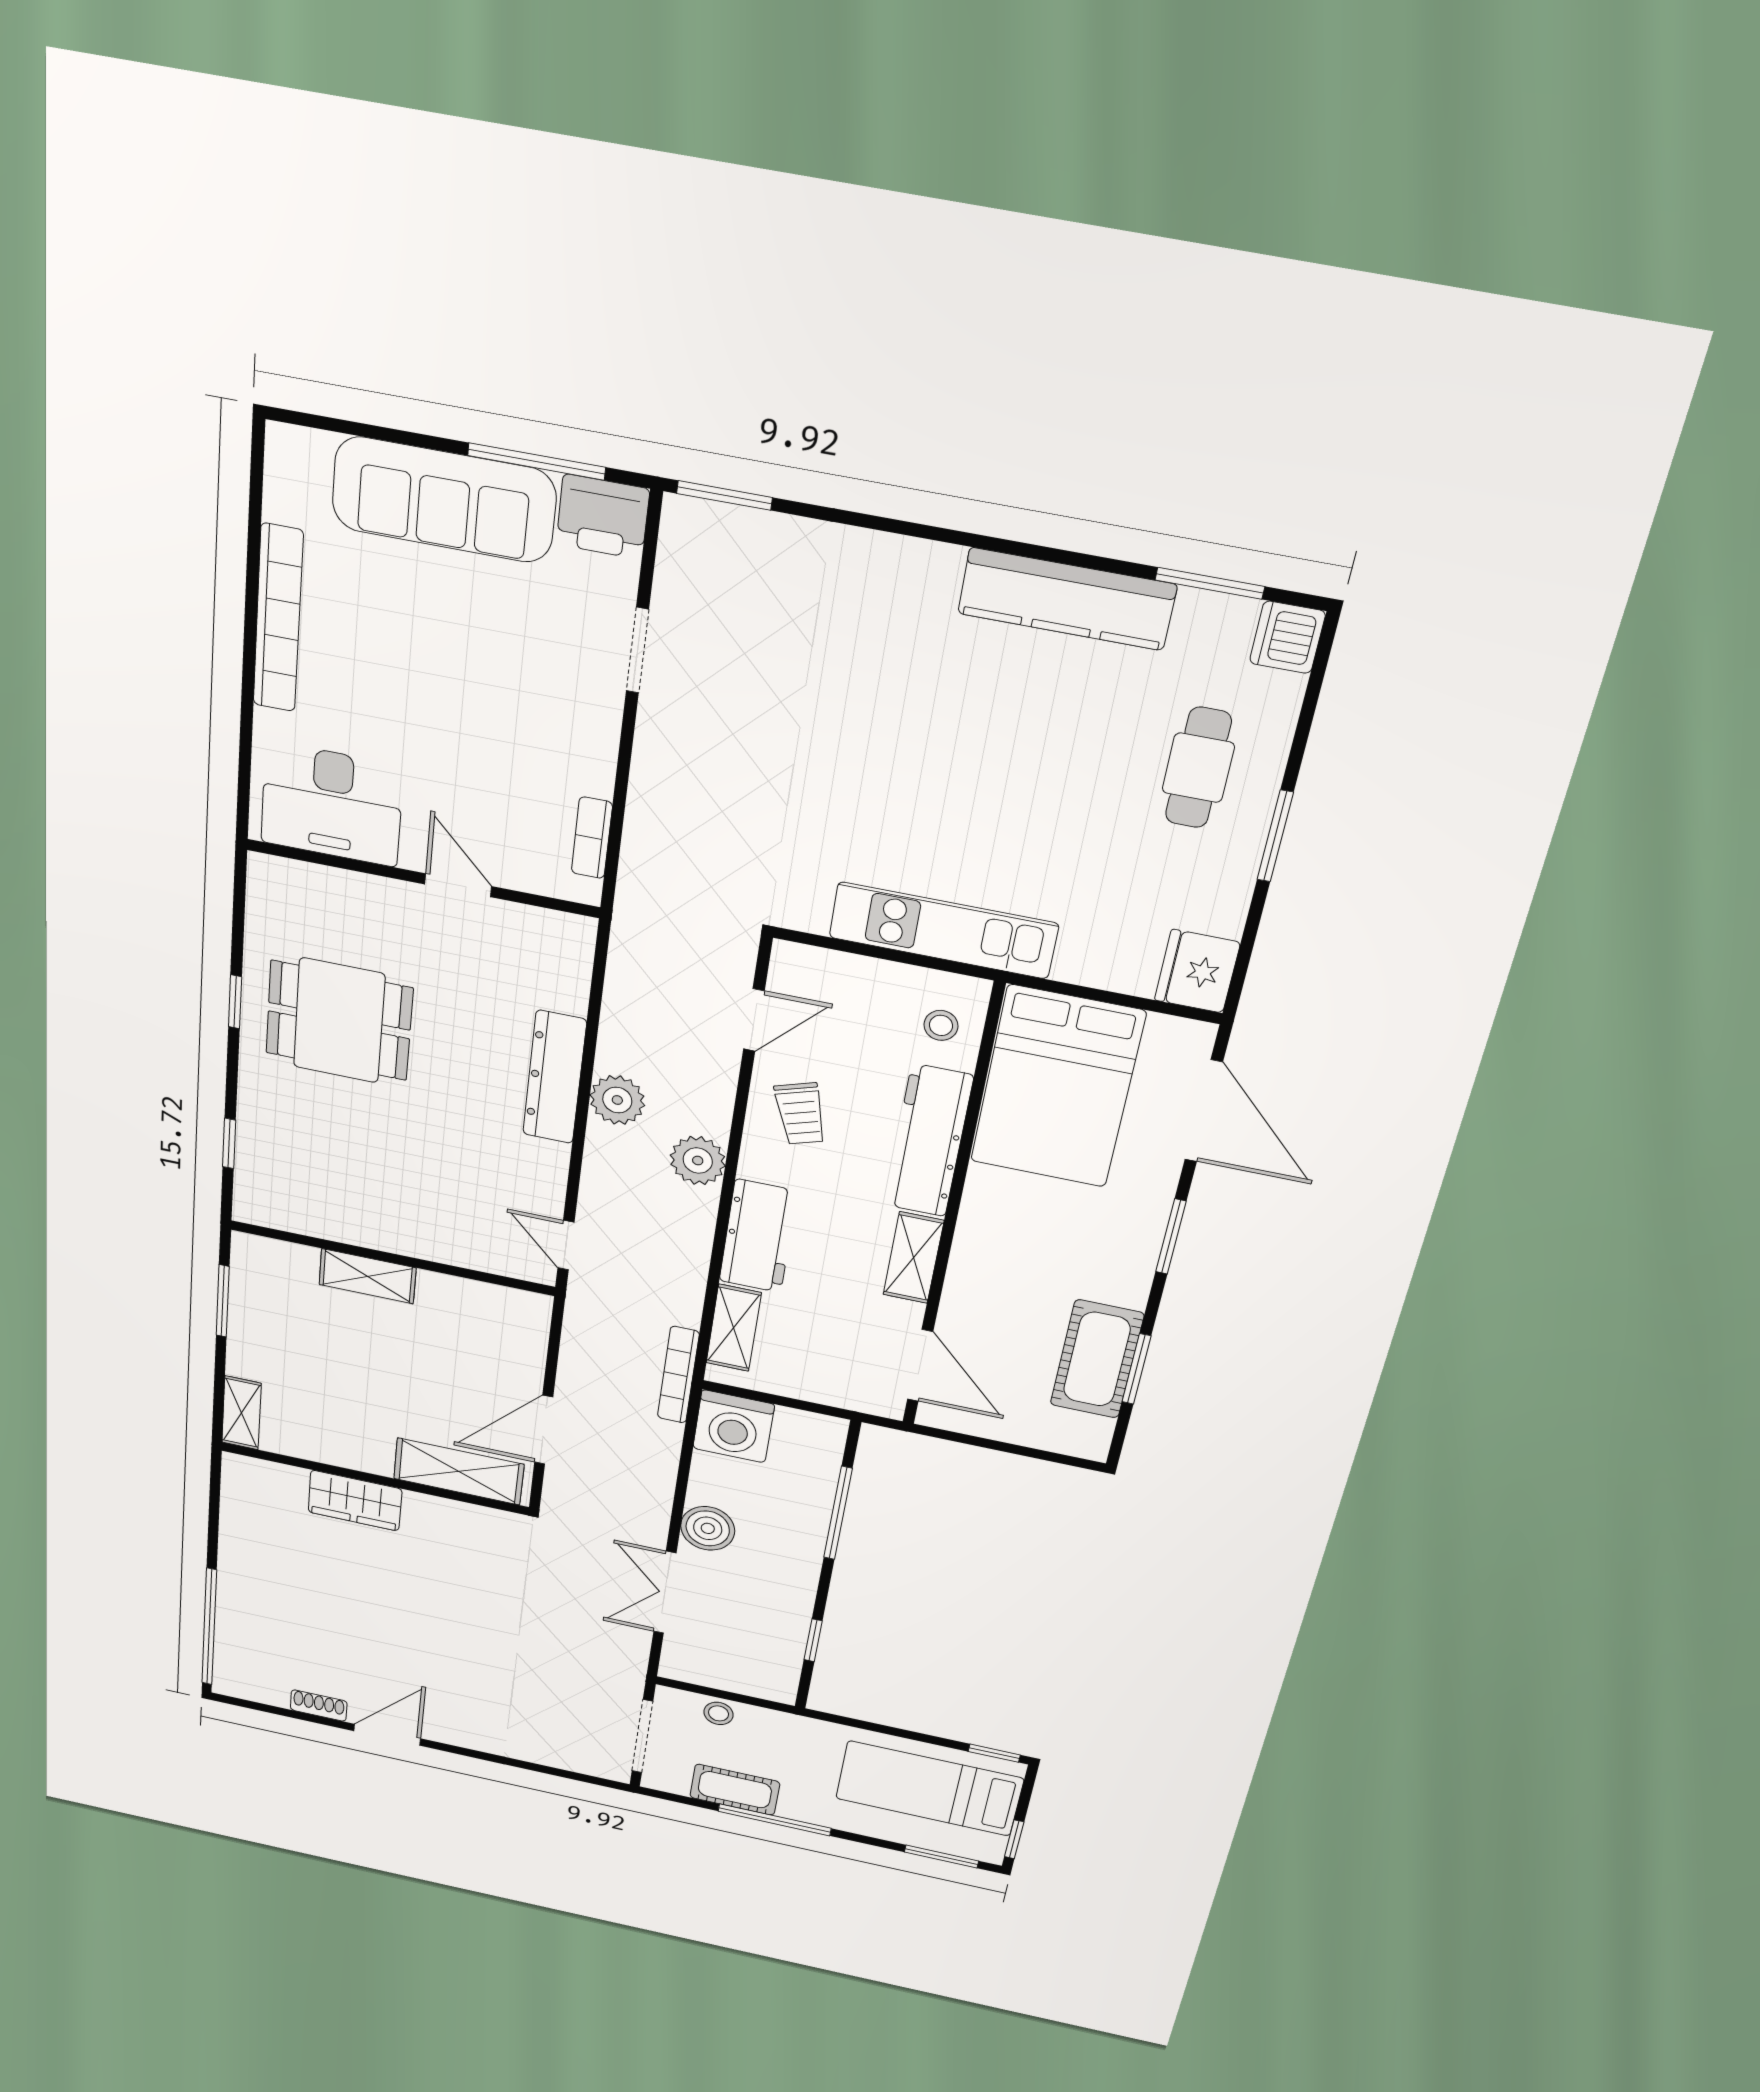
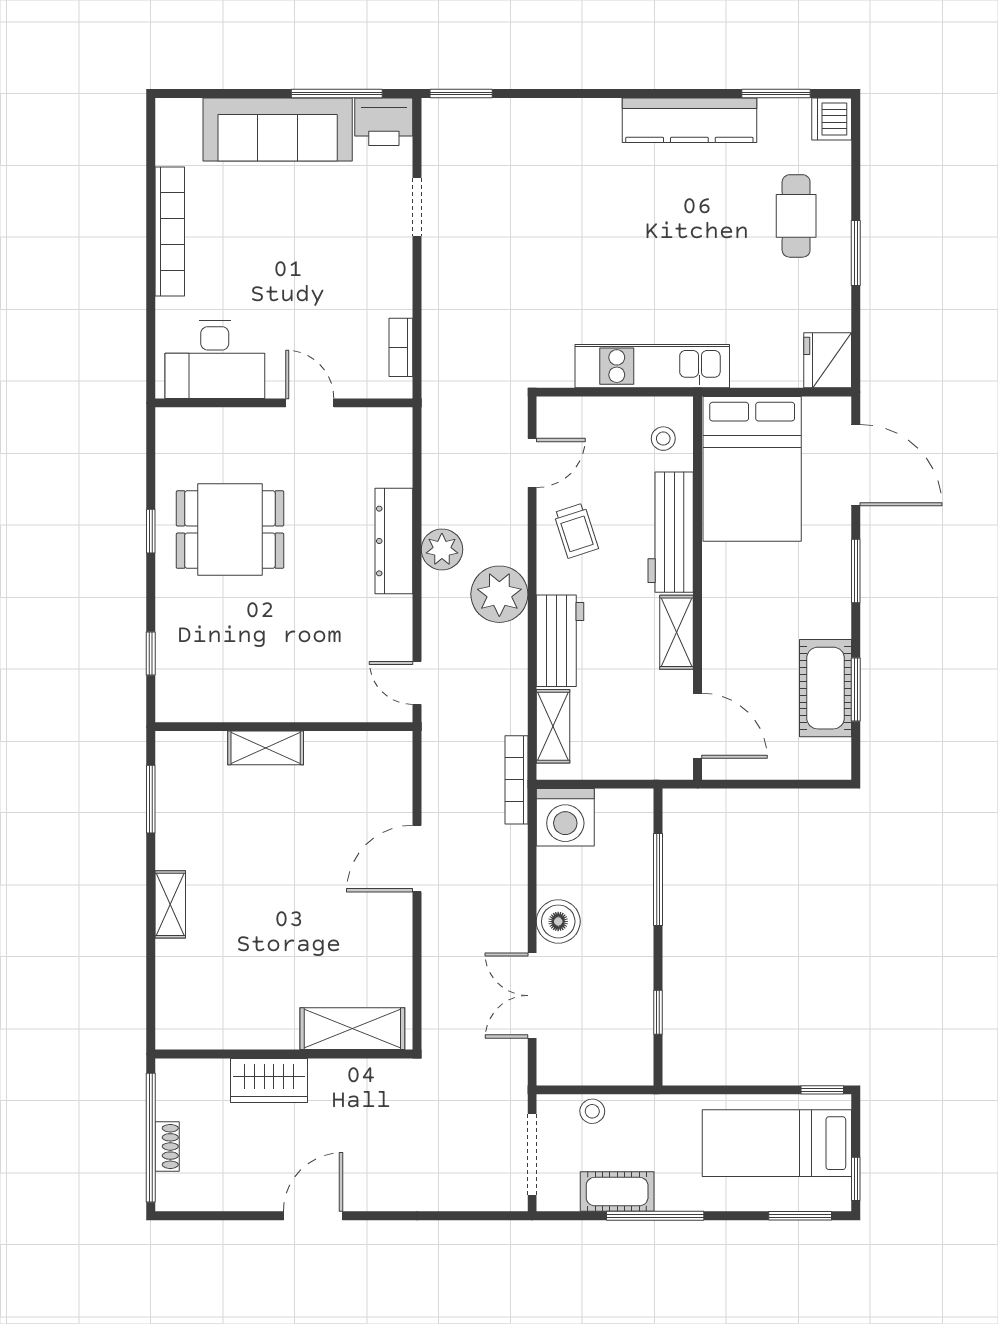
plant: (698, 1161) -> (499, 594), width x1.36, depth x1.36
shelving: (459, 1471) -> (352, 1029), moved
wall: (374, 1479) -> (284, 1054), moved
wardrobe: (355, 1501) -> (269, 1080), moved
shoe rack: (319, 1706) -> (167, 1146), moved, turned 90

